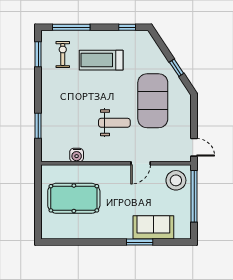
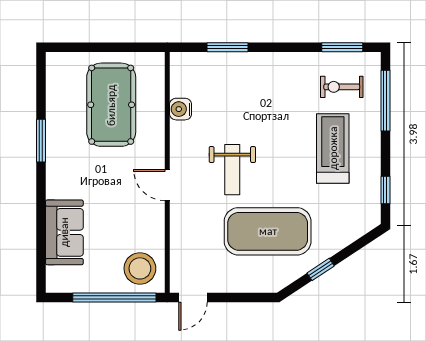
exercise bike: (63, 55) -> (342, 87), turned 180
door: (141, 163) -> (167, 185), moved
window: (140, 242) -> (41, 141), moved

